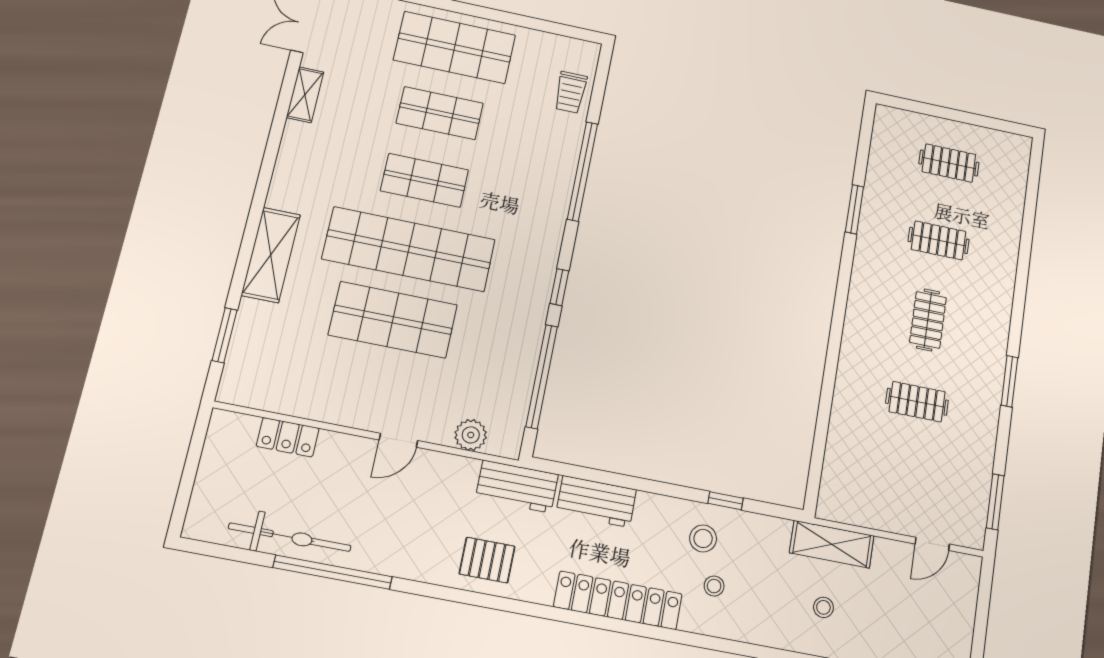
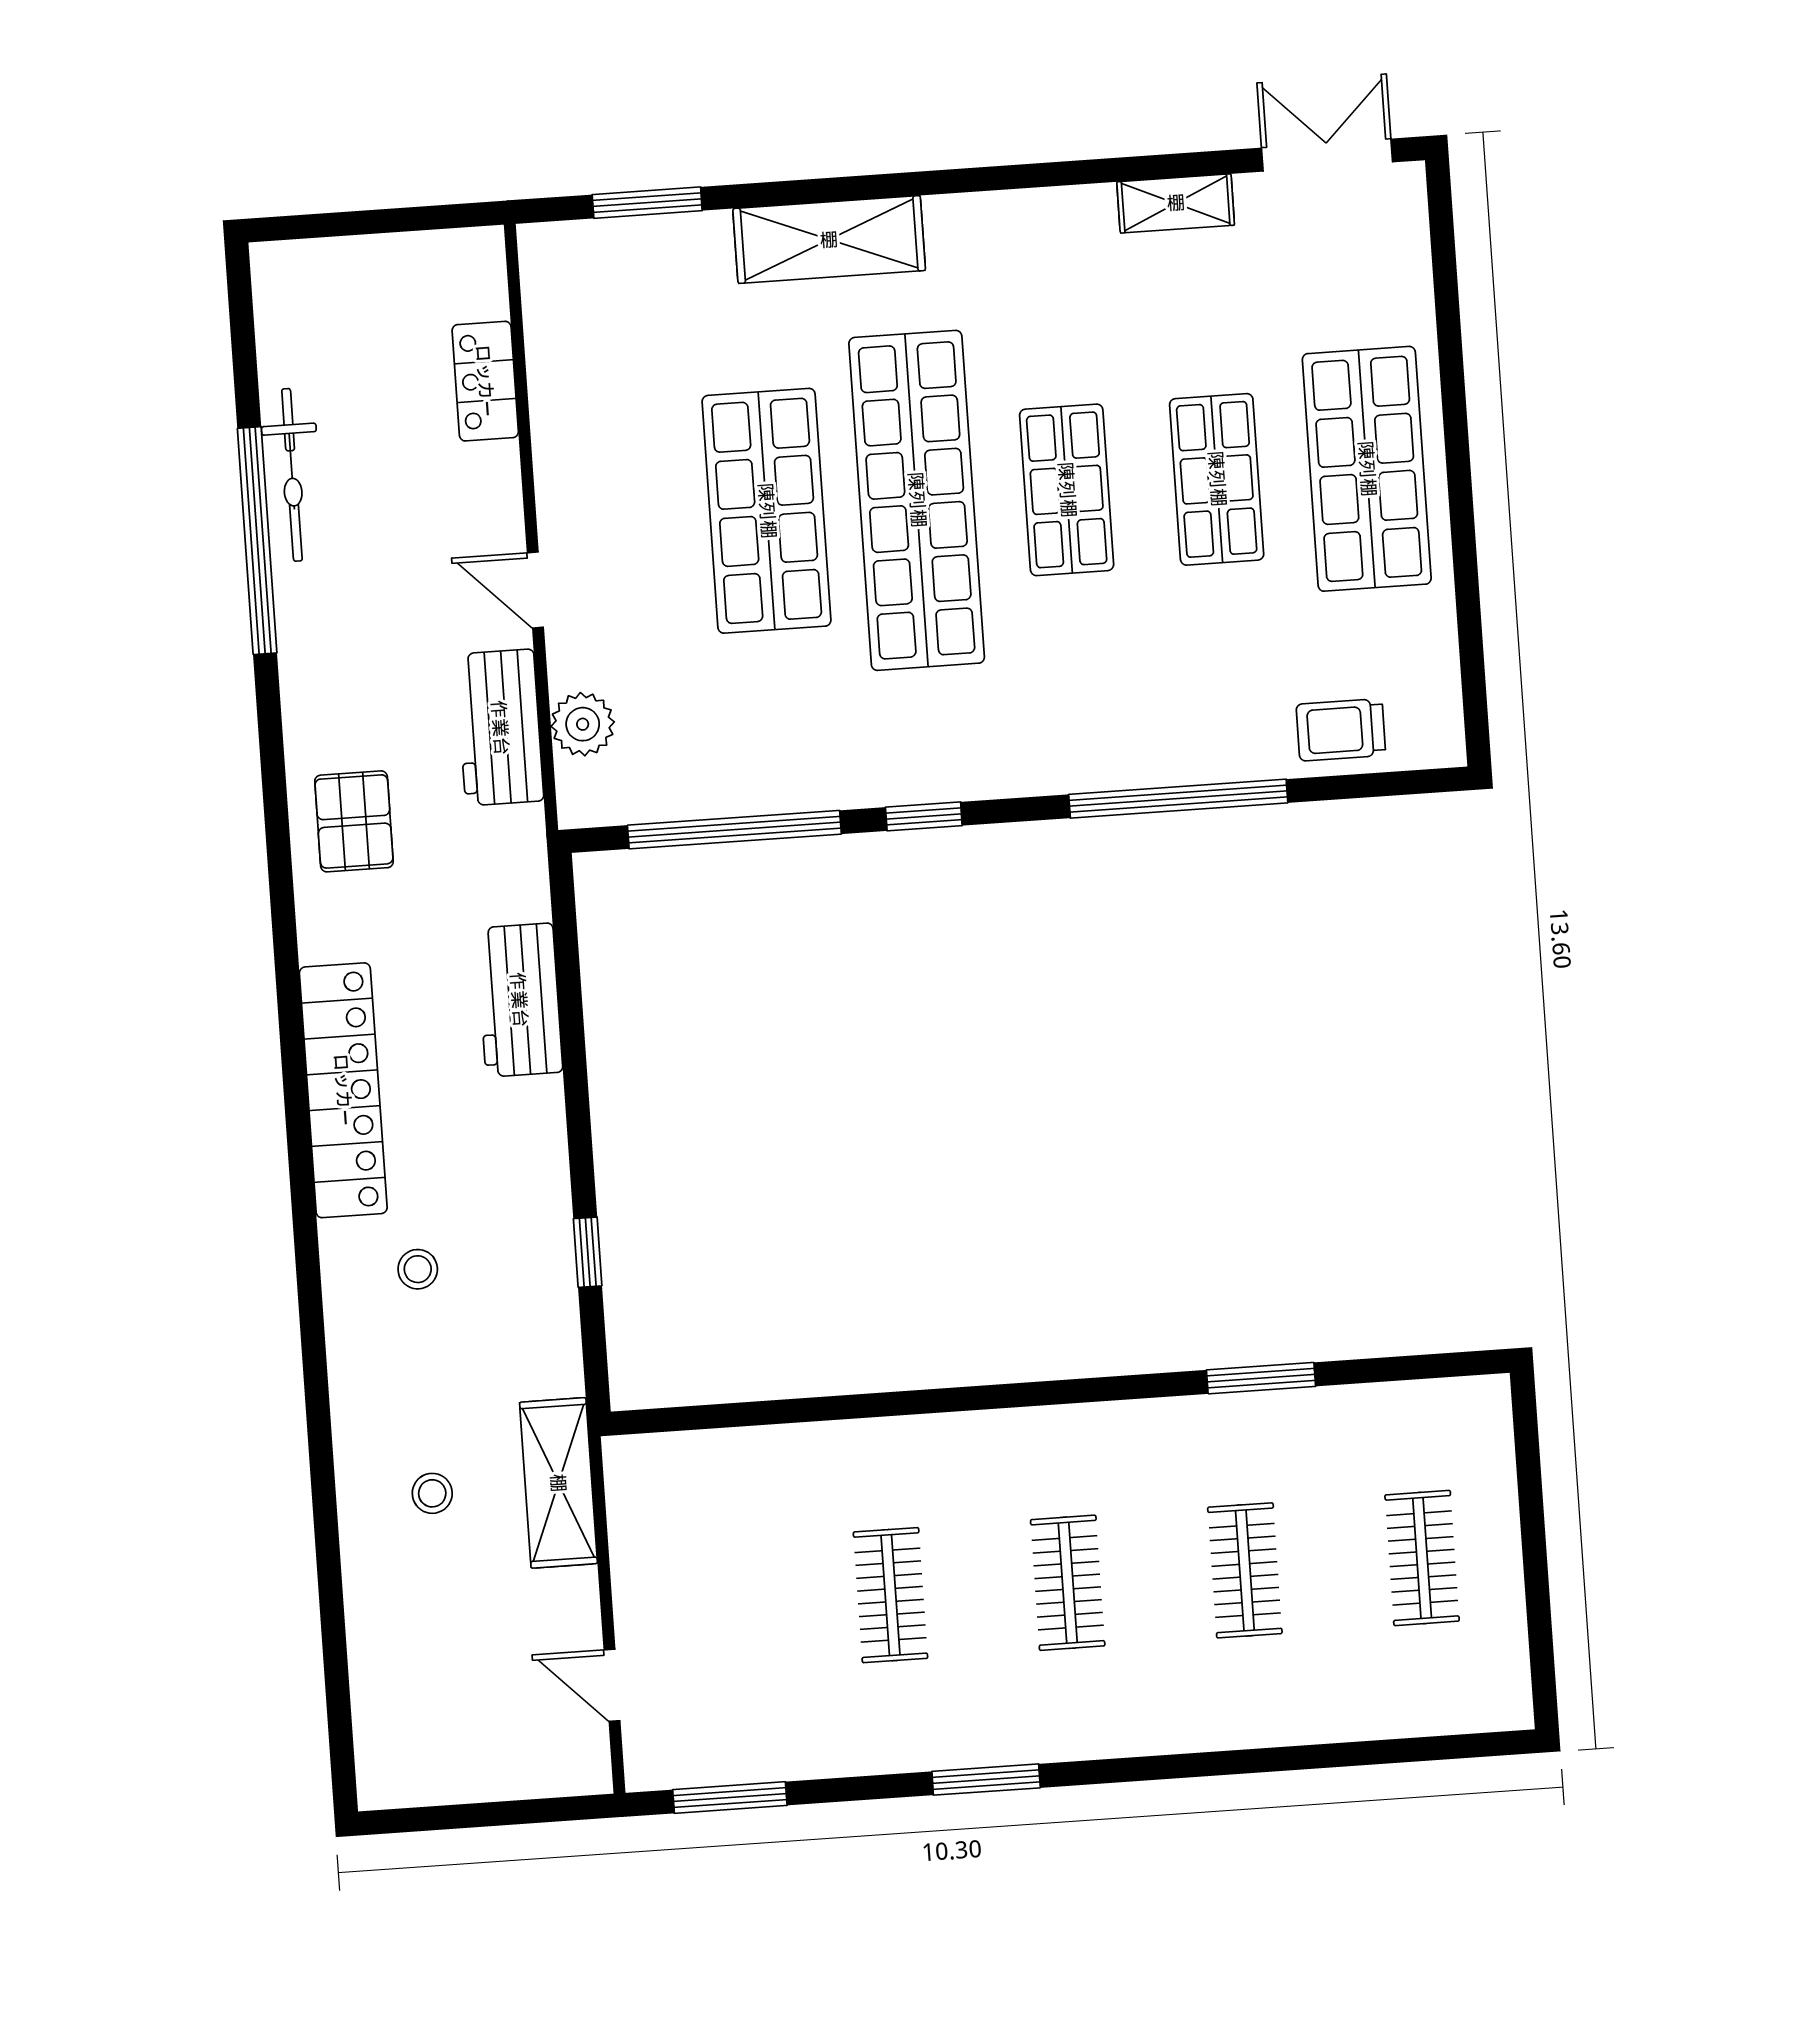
clothes rail: (928, 320) -> (1068, 1583), turned 90
workbench: (517, 487) -> (500, 728), moved
bicycle: (290, 537) -> (292, 475), width x0.73, depth x0.71
stool: (703, 538) -> (503, 1226), removed

